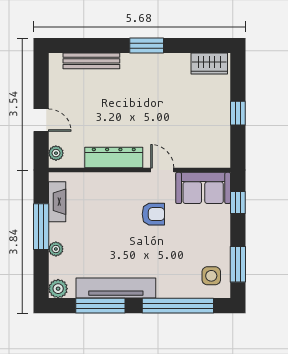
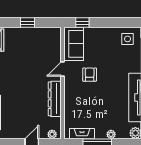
window: (238, 264) -> (120, 23), removed

